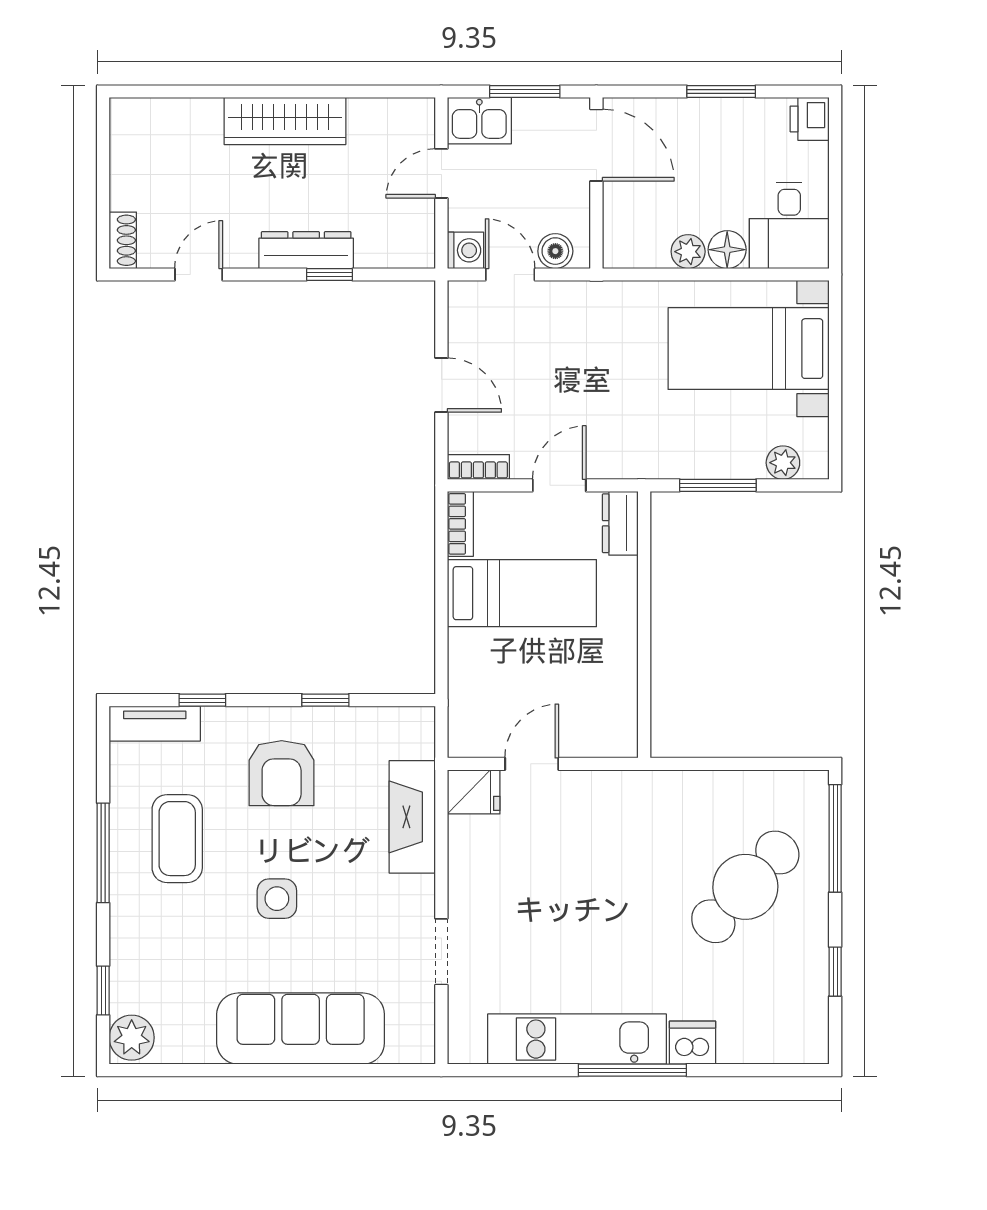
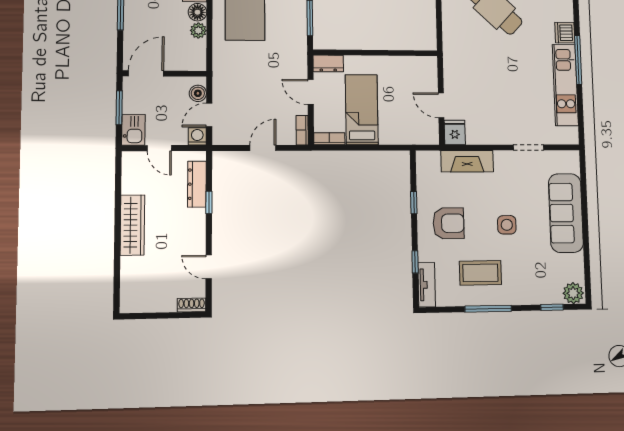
dresser: (306, 250) -> (197, 184), moved

